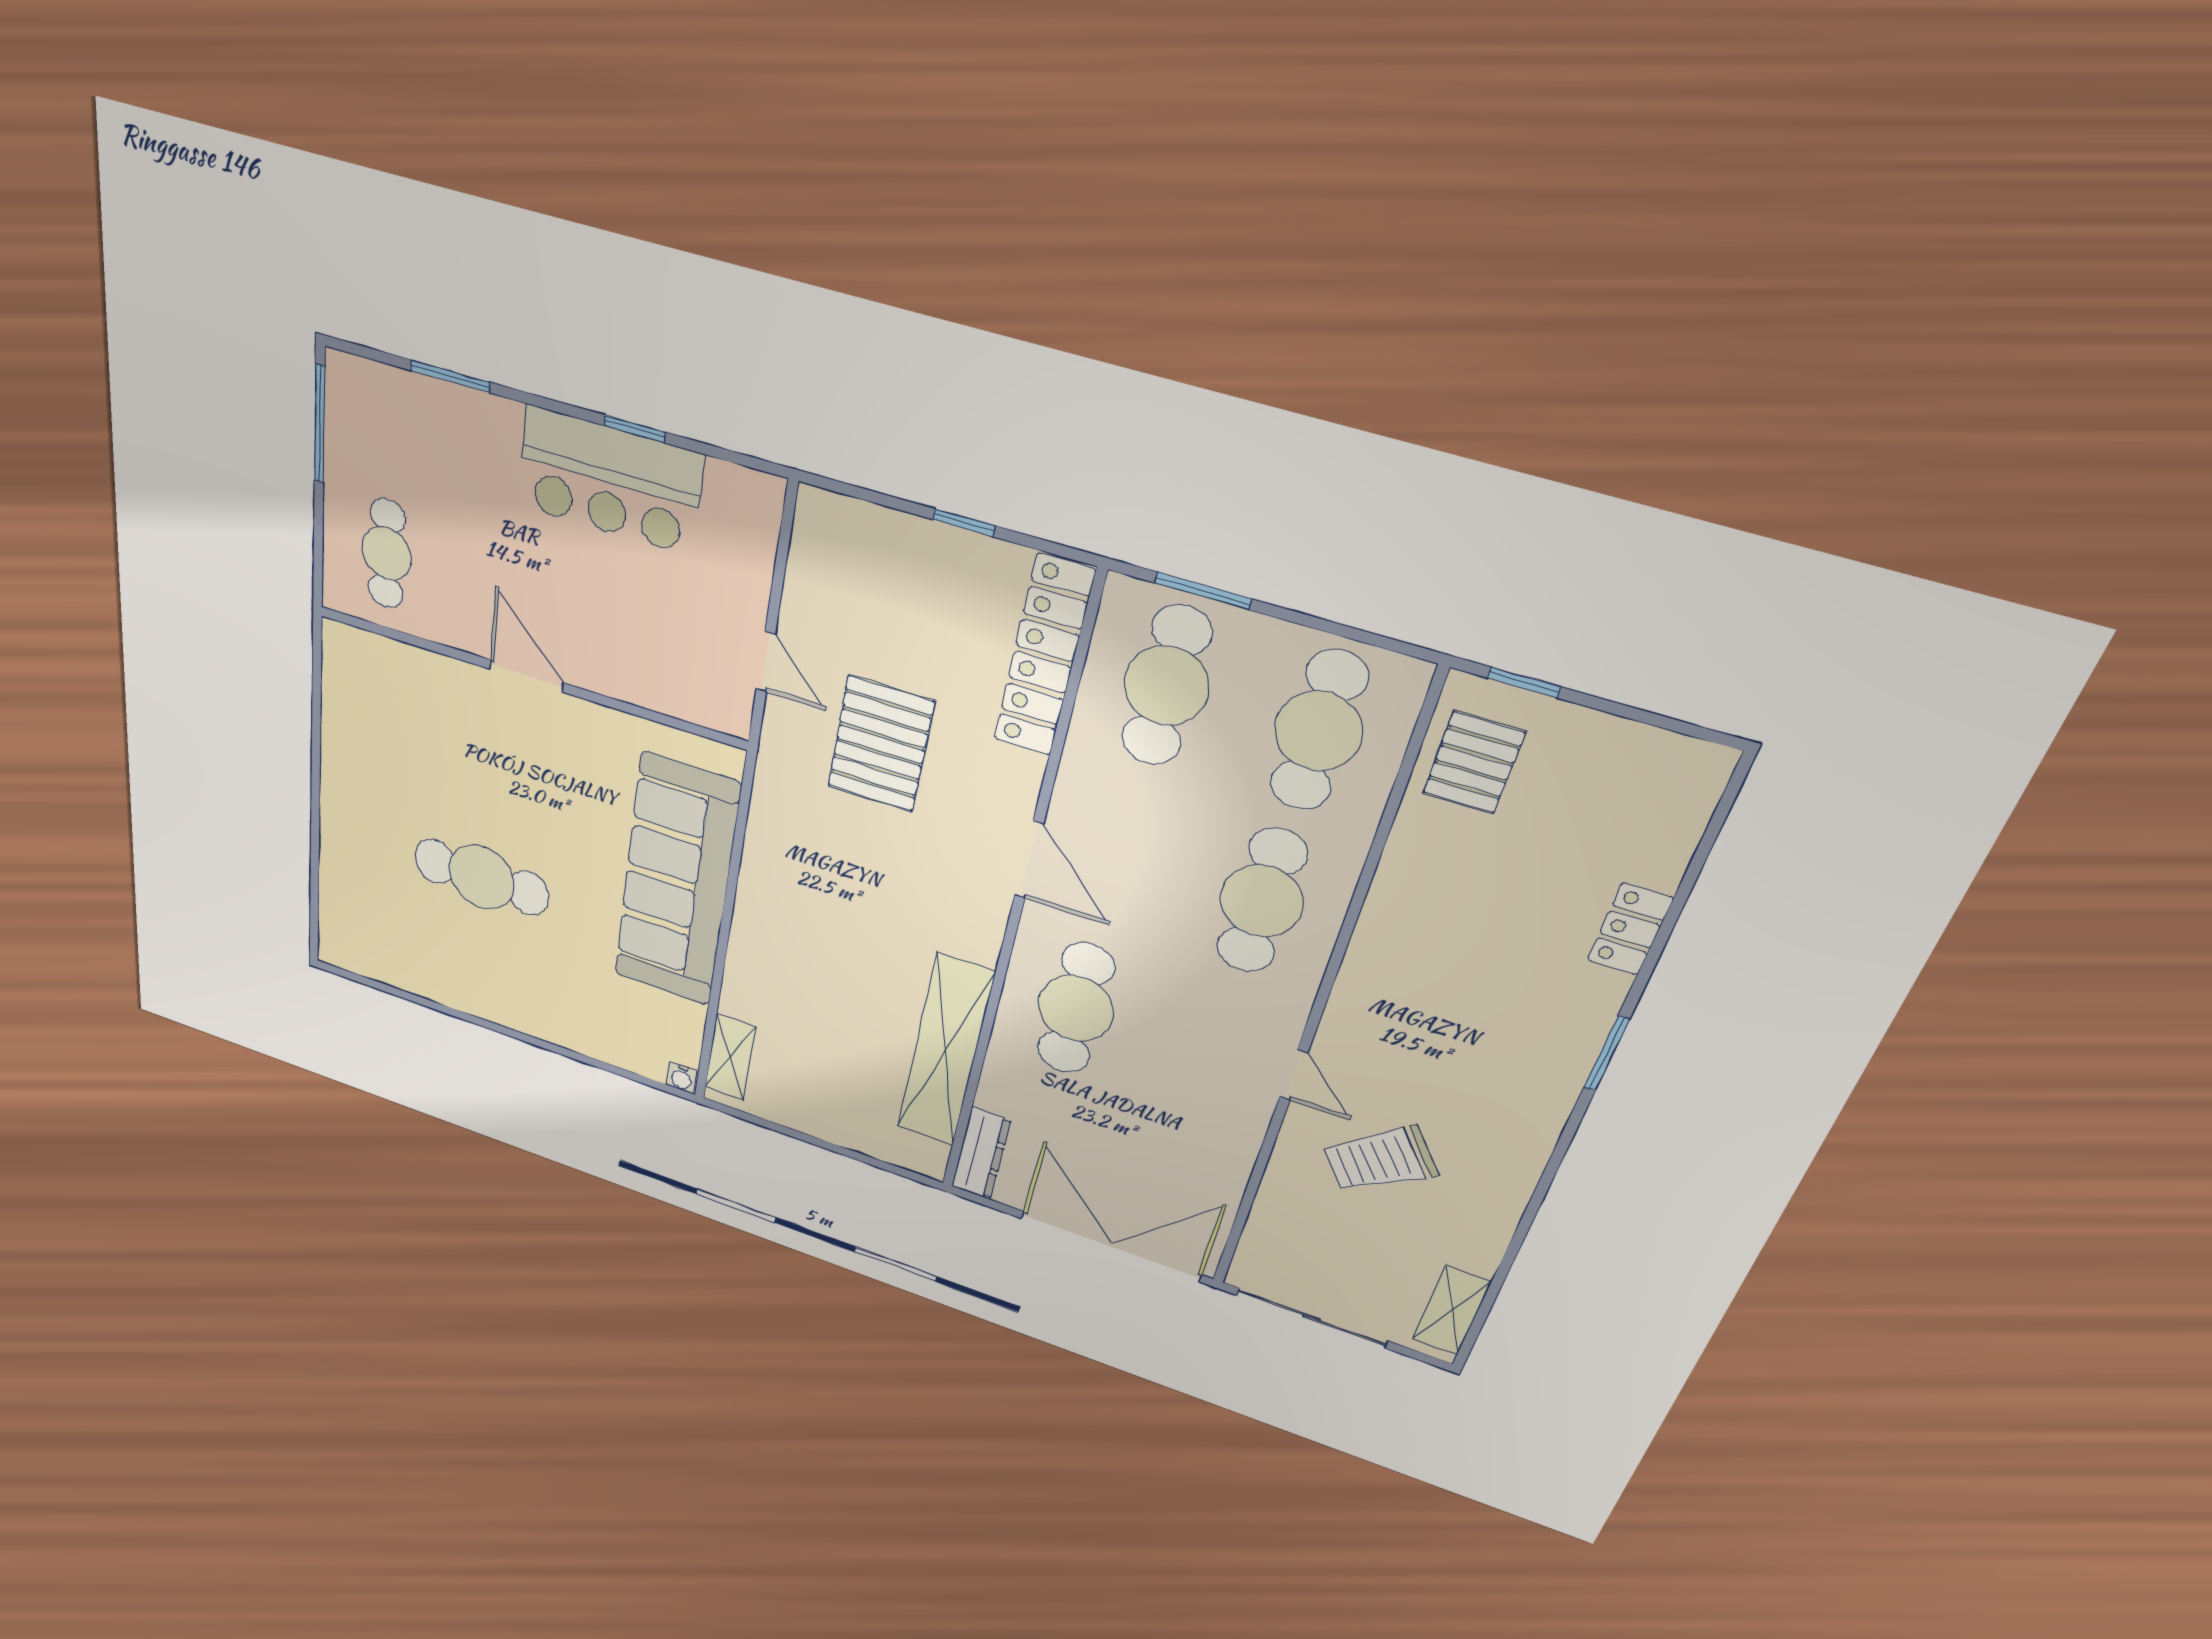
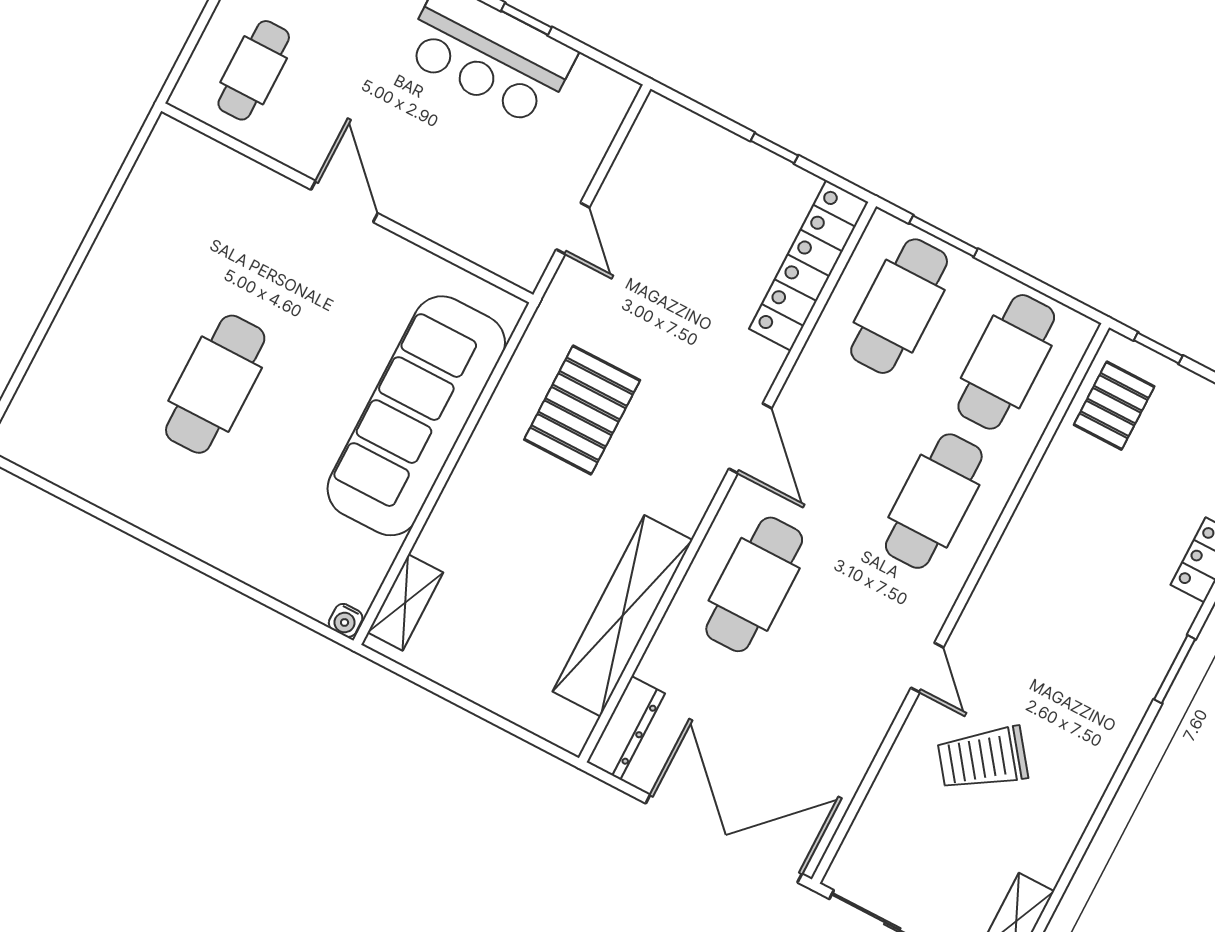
pallet: (881, 744) -> (582, 410), moved
cafe table: (481, 877) -> (215, 384), turned 90

